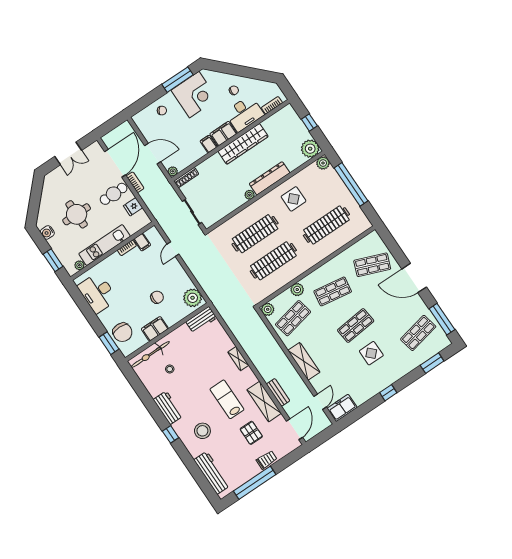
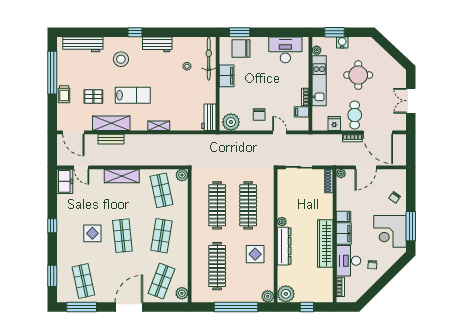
water cooler: (47, 232) -> (342, 42), moved
plant: (297, 290) -> (182, 293), moved
chair: (157, 297) -> (259, 114), moved

